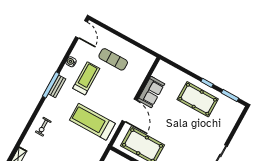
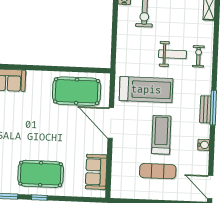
treadmill: (86, 78) -> (161, 135), moved, turned 180
sofa: (151, 92) -> (96, 172), moved
weight bench: (61, 137) -> (173, 54), added

